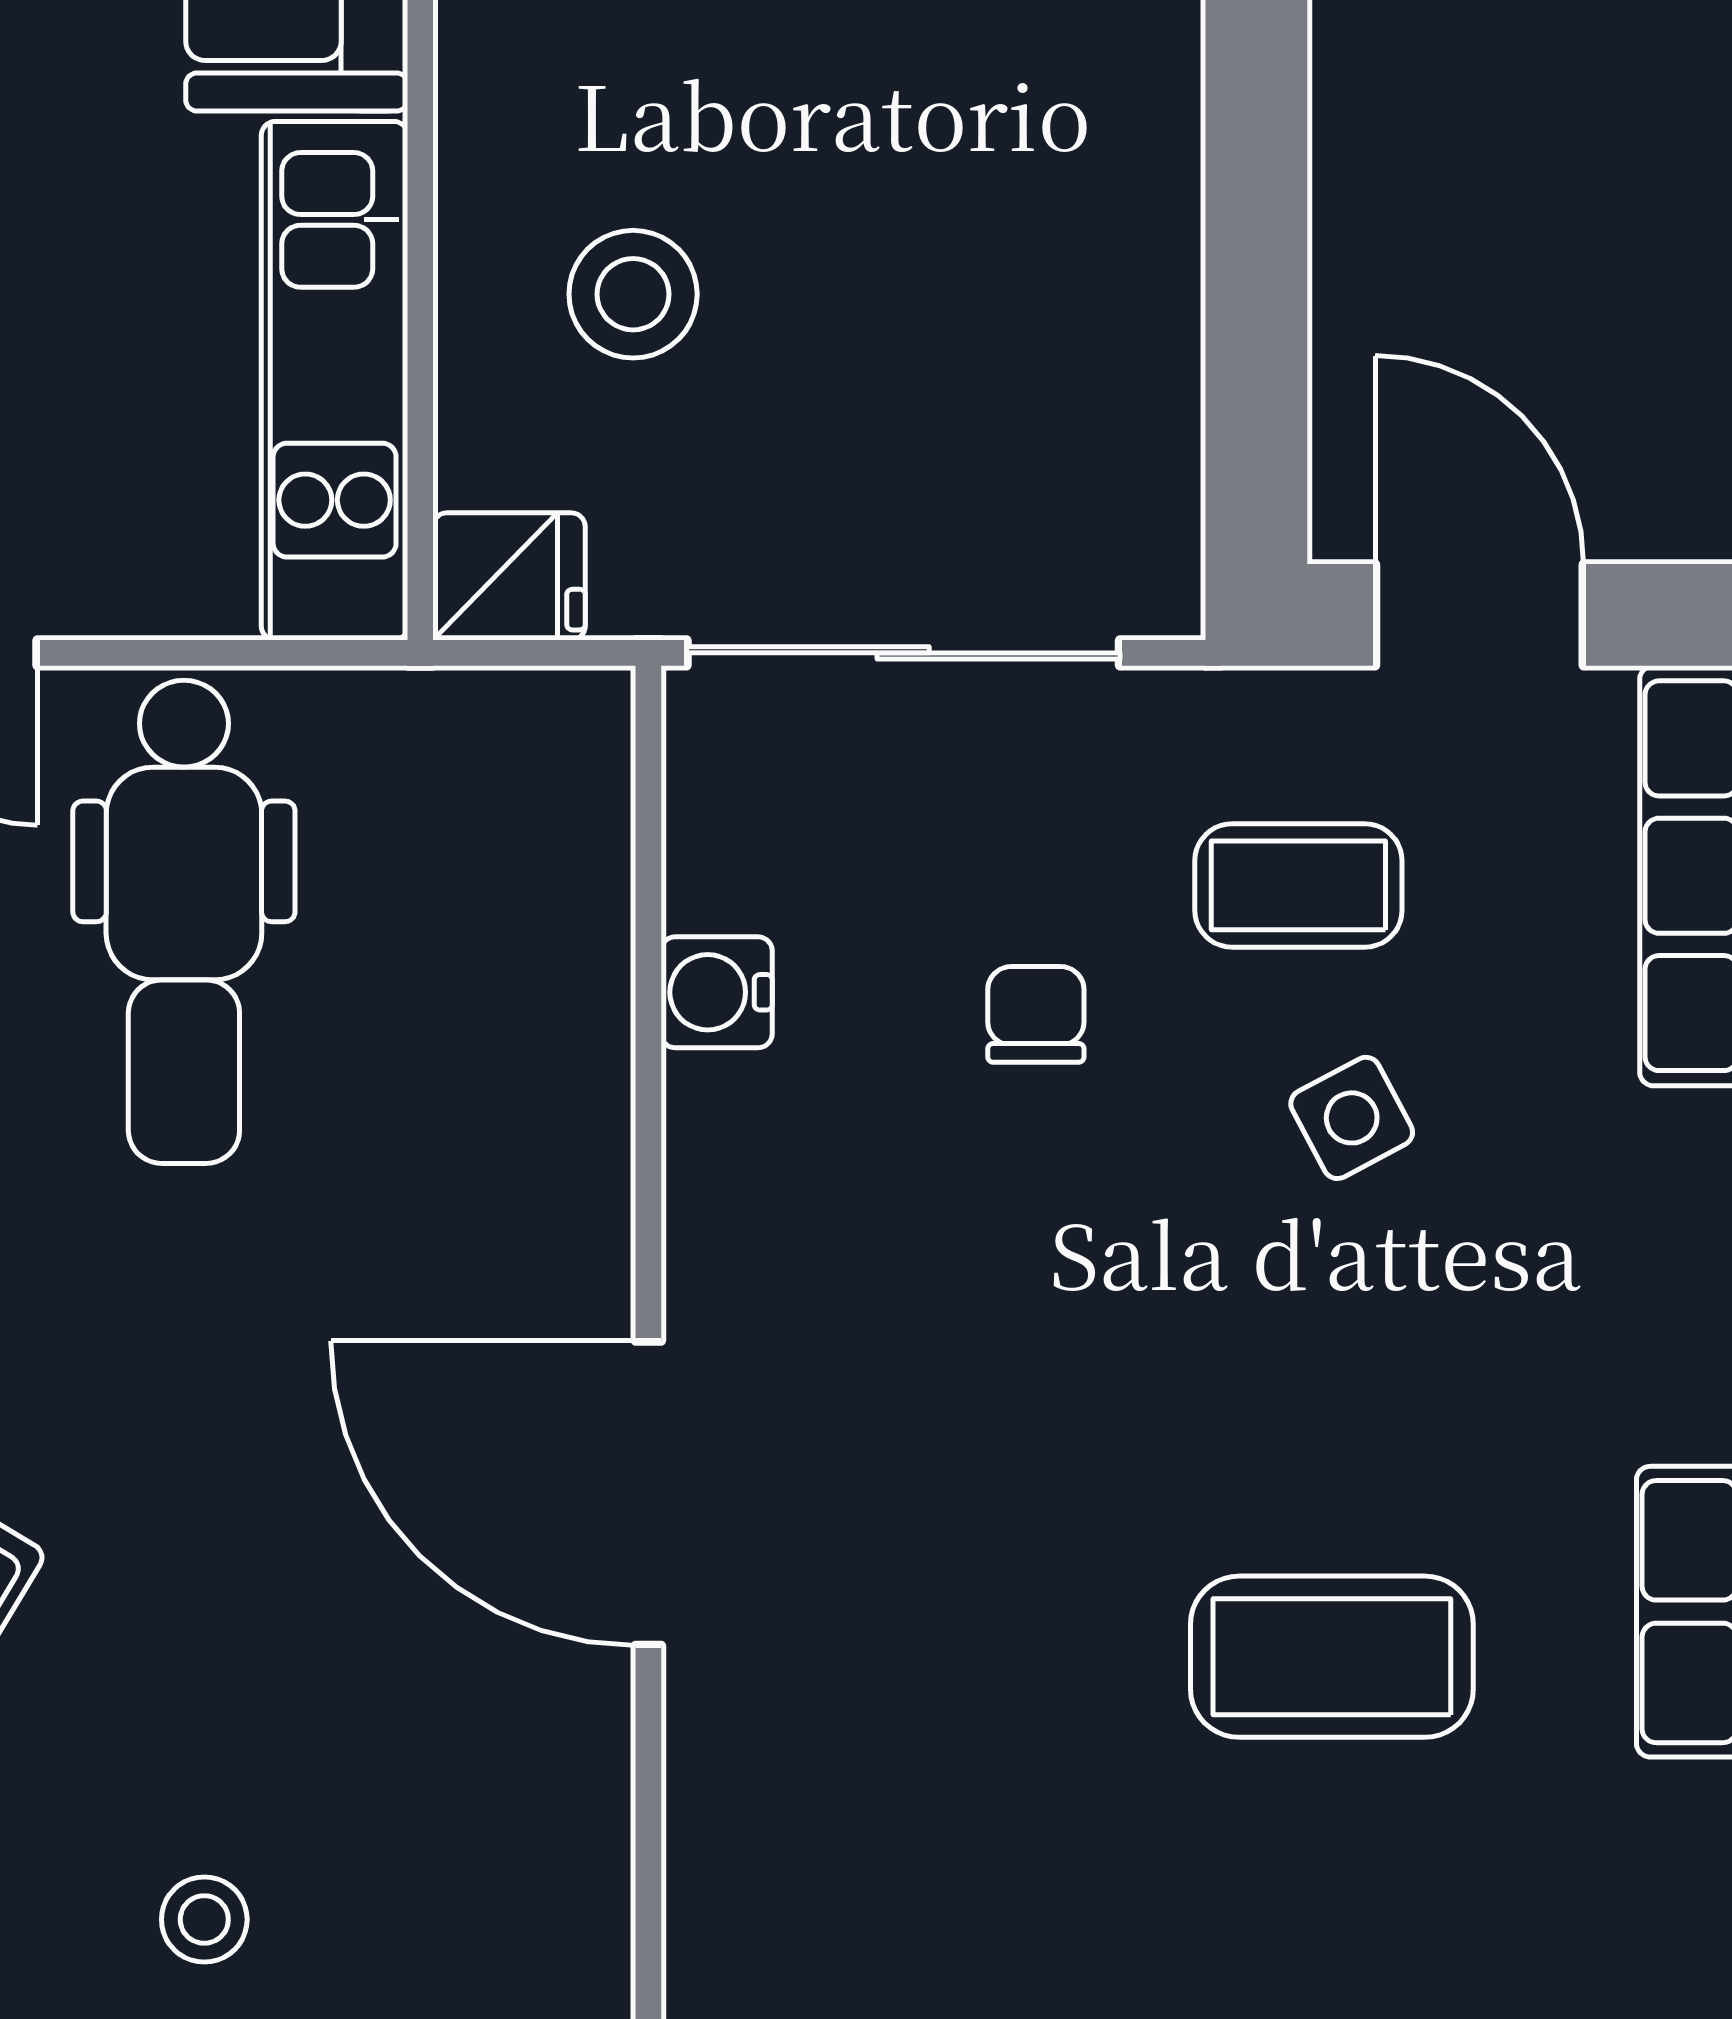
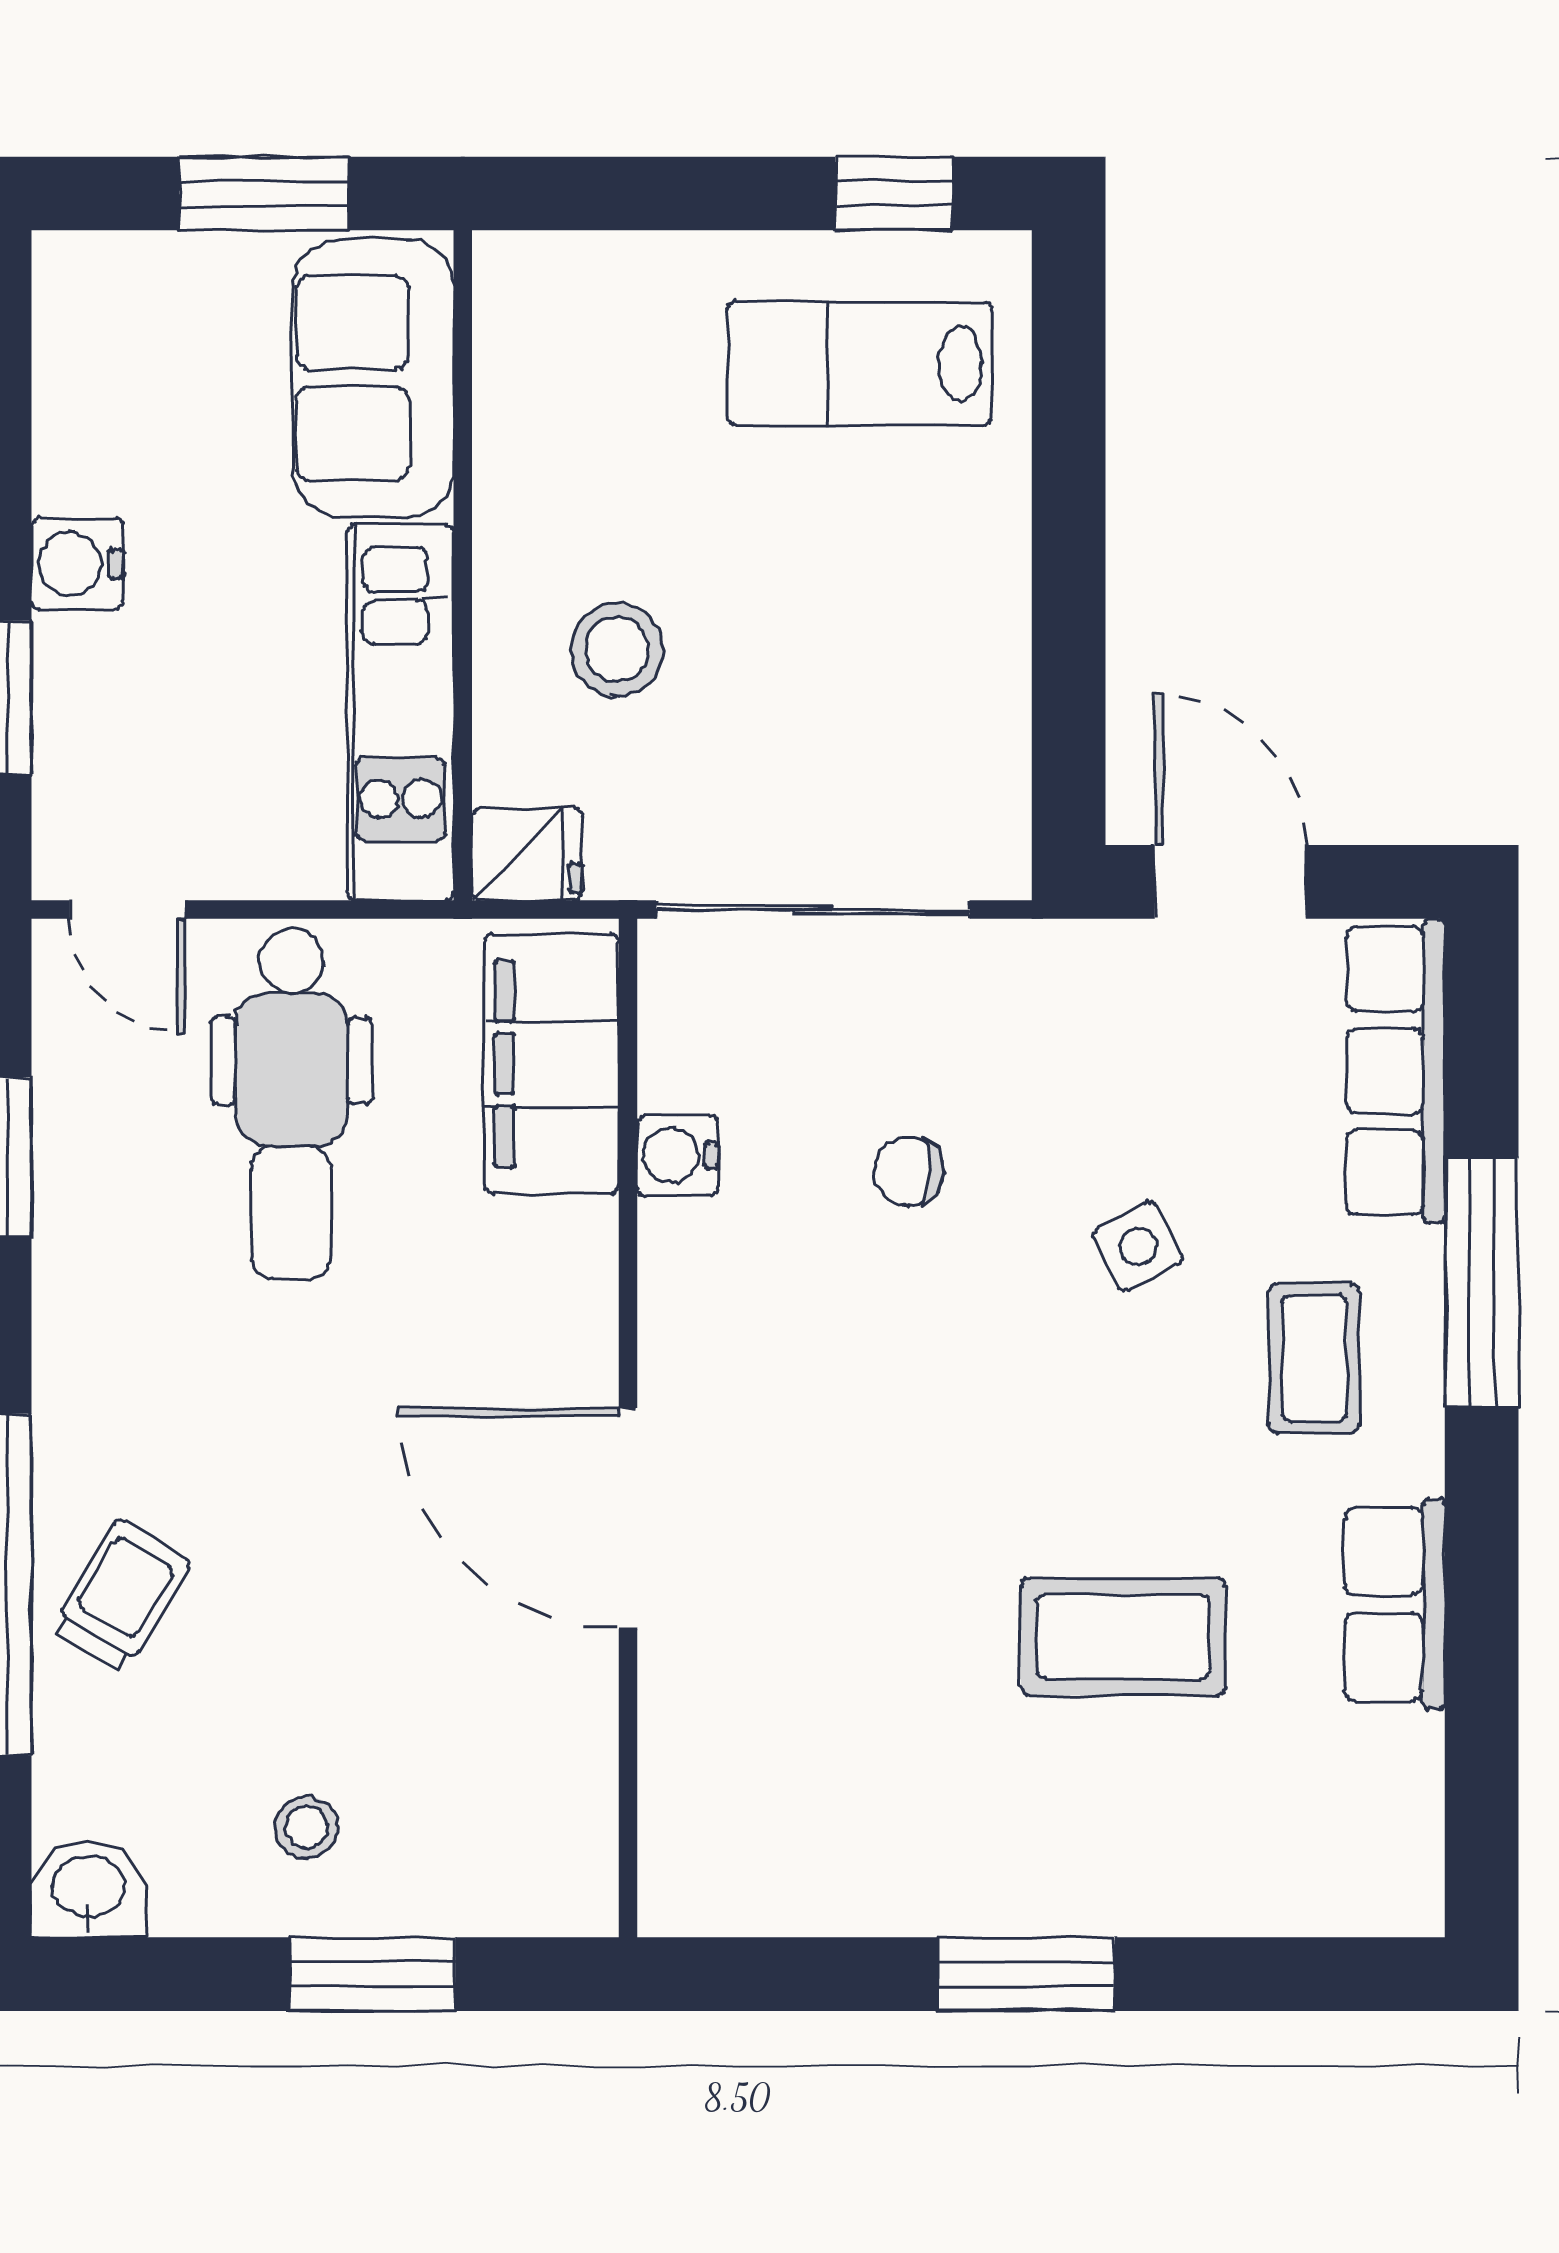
filing cabinet: (543, 866) -> (552, 1064), added
coffee table: (1298, 885) -> (1314, 1358), moved, turned 90
chair: (1036, 1014) -> (909, 1171), turned -90

